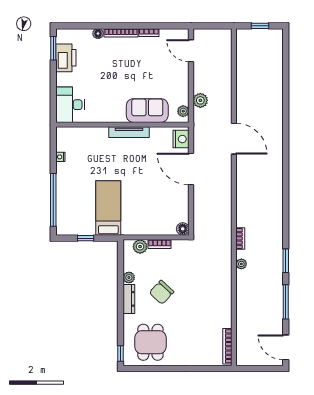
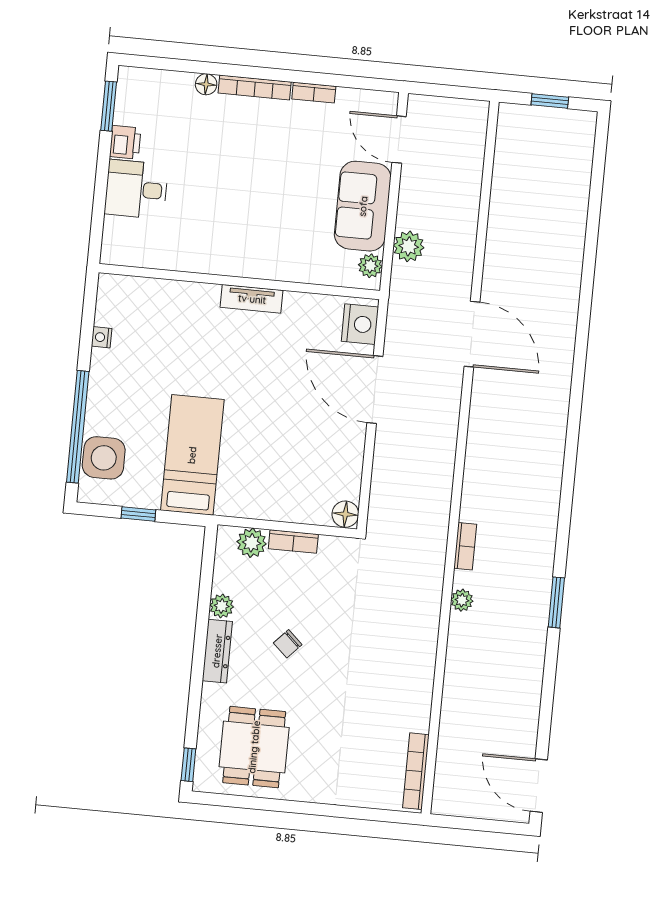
printer: (66, 58) -> (125, 142), width x0.53, depth x0.68
desk: (70, 105) -> (136, 189), moved, width x0.73
sofa: (147, 111) -> (363, 206), moved, turned -90
tv unit: (129, 132) -> (252, 299), width x0.71
side table: (67, 213) -> (104, 458), added
chair: (162, 292) -> (288, 644), width x0.54, depth x0.54
window: (286, 302) -> (548, 689), removed

